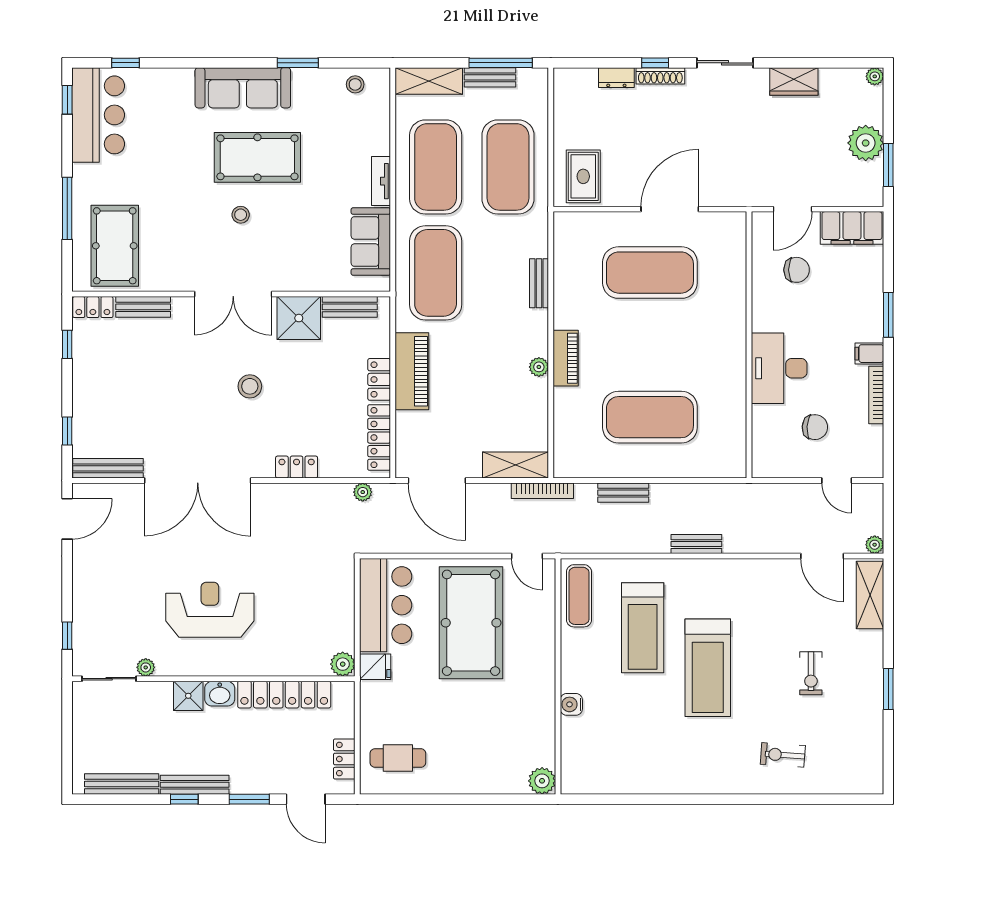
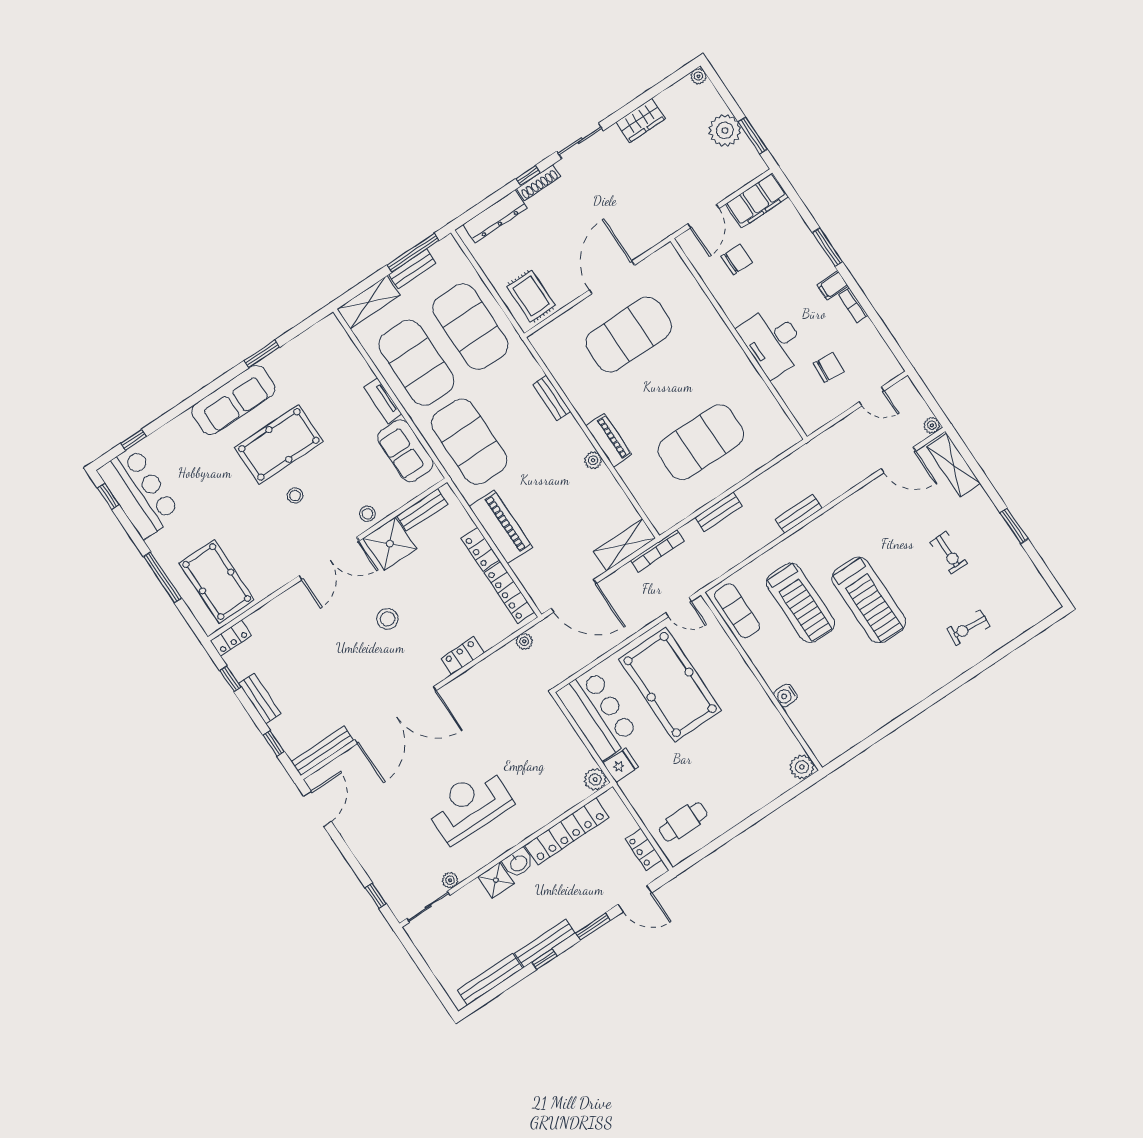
dresser: (616, 78) -> (495, 216), width x1.96, depth x1.24
stool: (355, 84) -> (367, 514), moved
bench: (143, 307) -> (260, 698), moved, turned 90
bookcase: (876, 395) -> (853, 305), width x0.64

